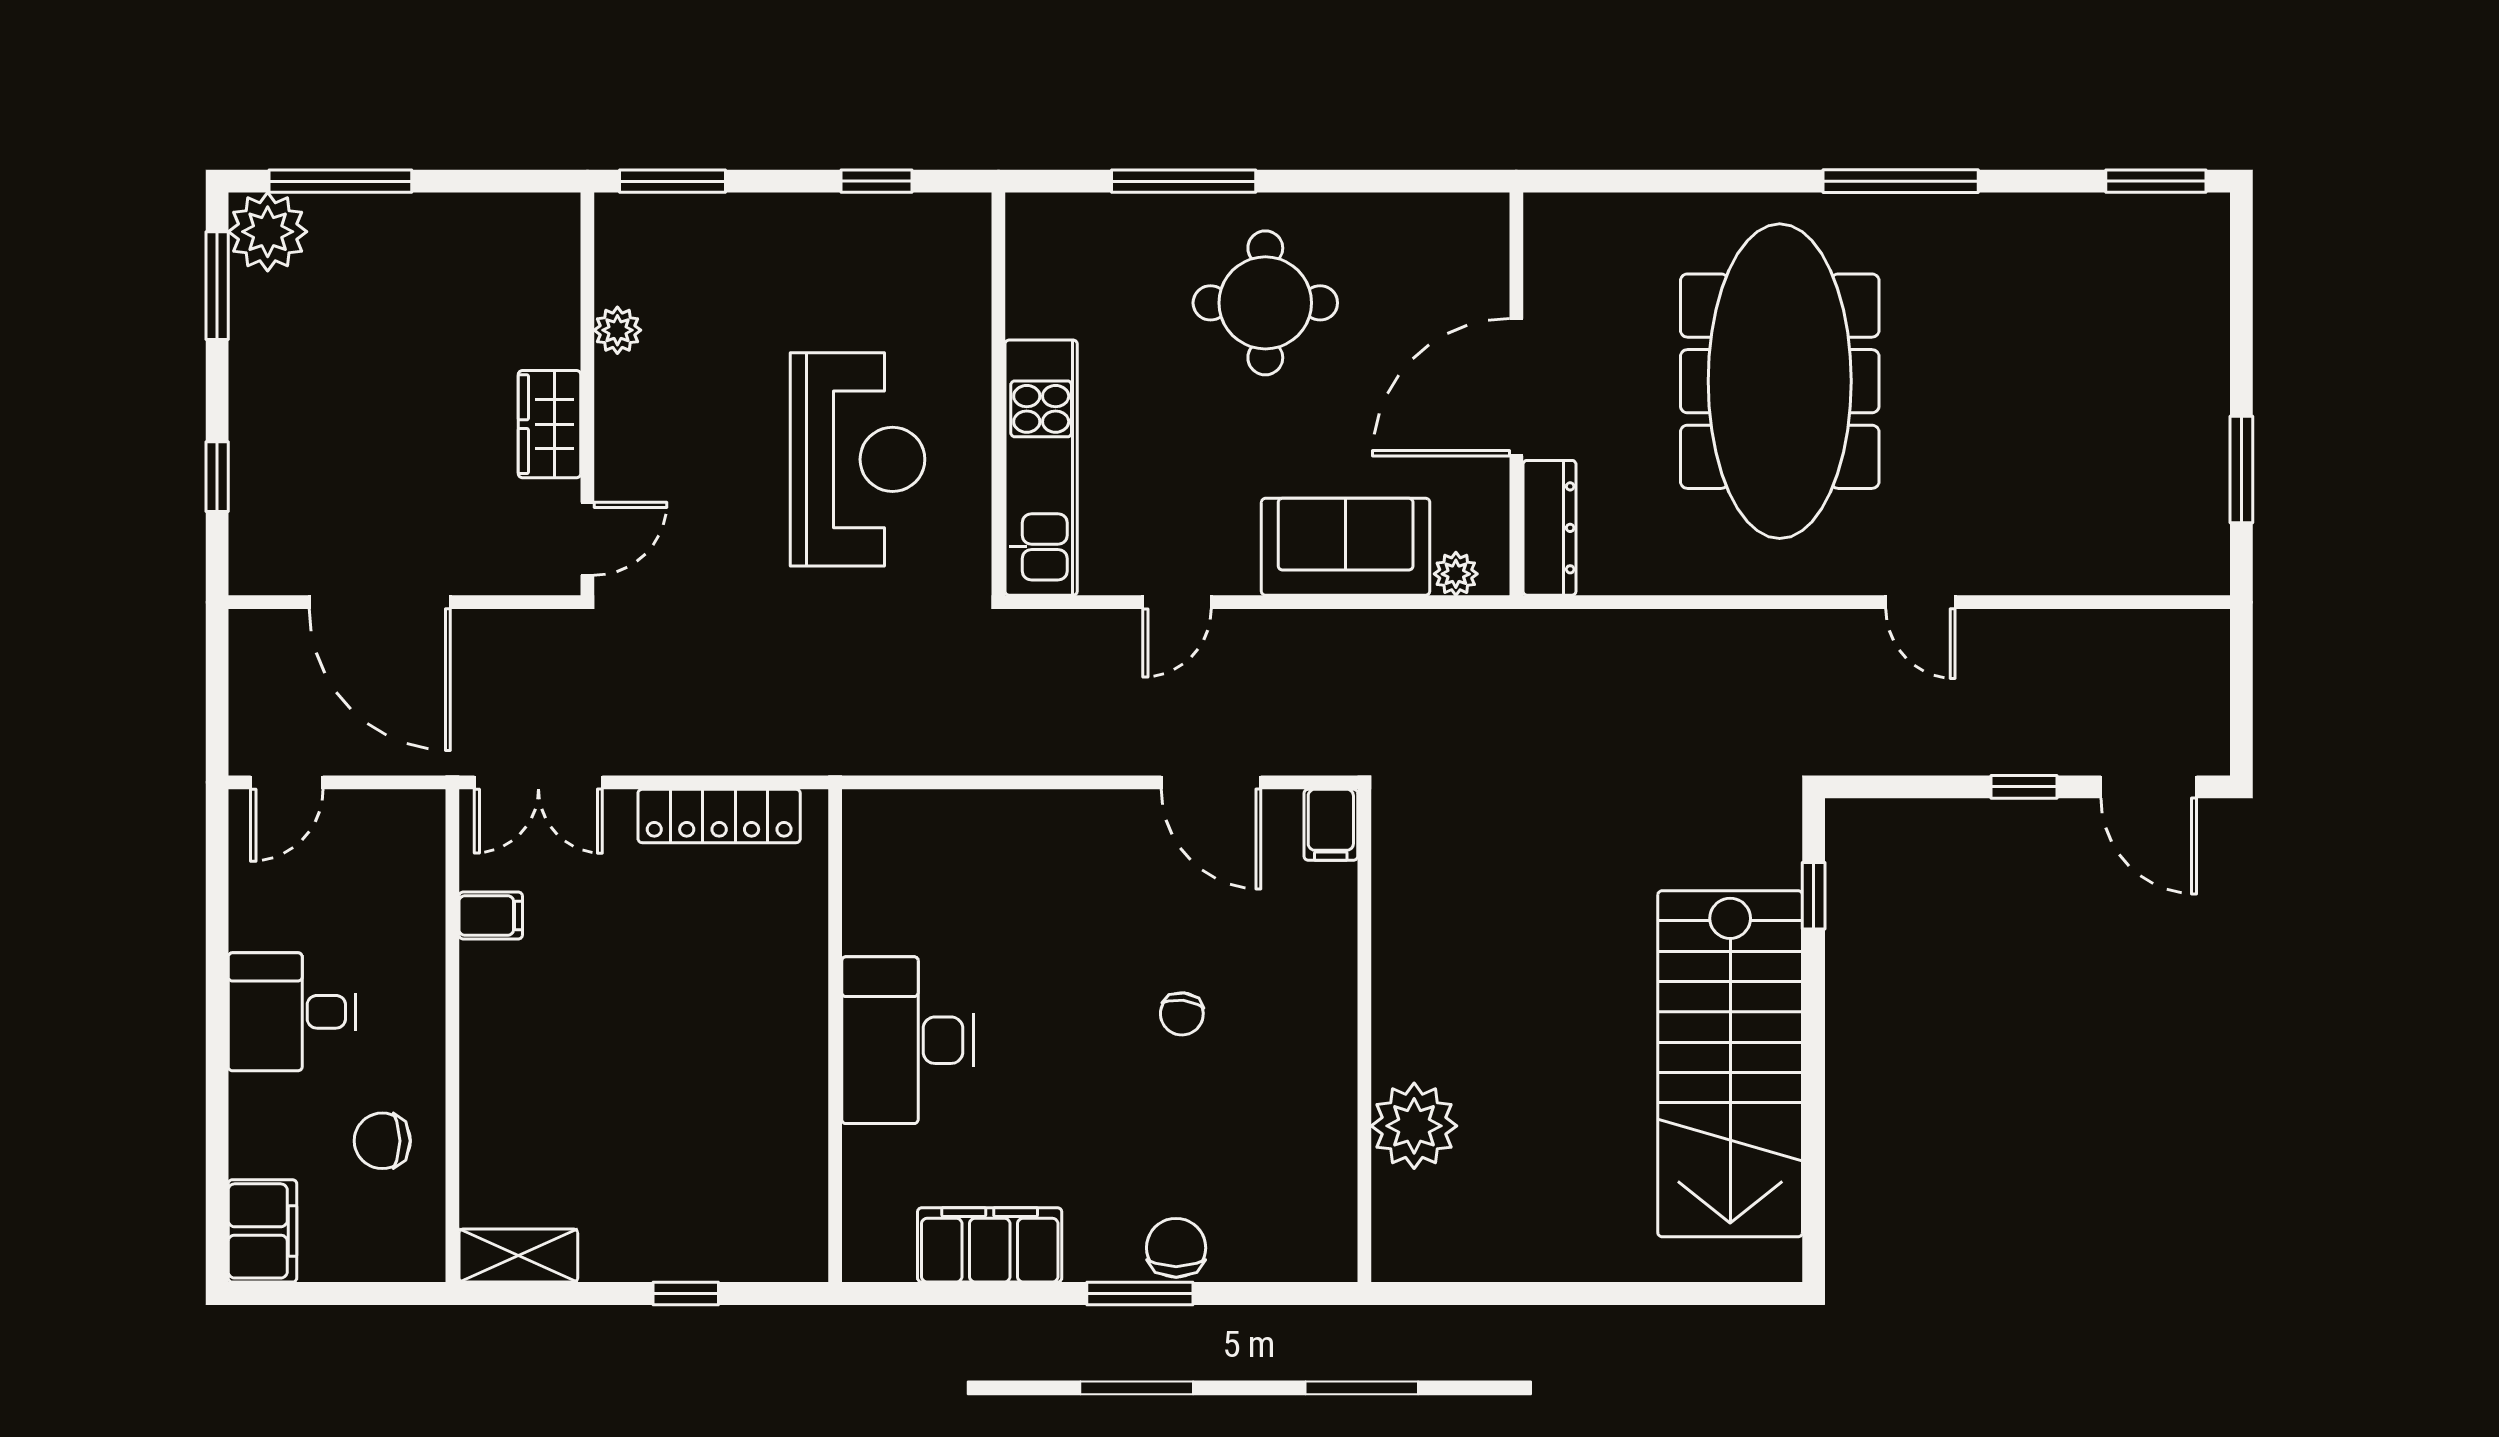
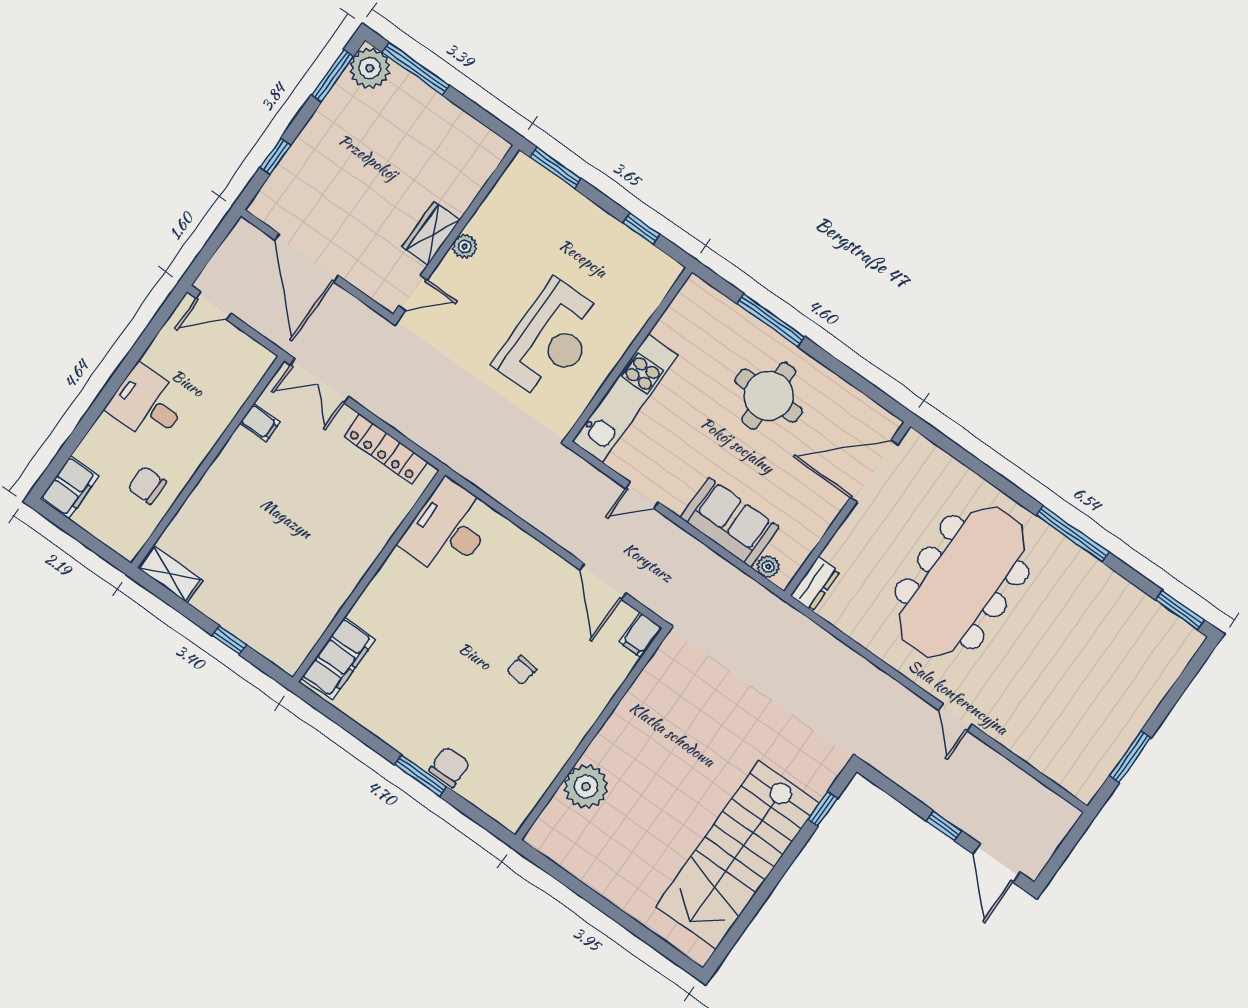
plant: (617, 330) -> (465, 247), moved
door: (1516, 387) -> (874, 471), moved
dresser: (1550, 528) -> (815, 584), width x0.70
desk: (908, 1040) -> (448, 529), moved
filing cabinet: (990, 1245) -> (338, 658), moved, turned 90

